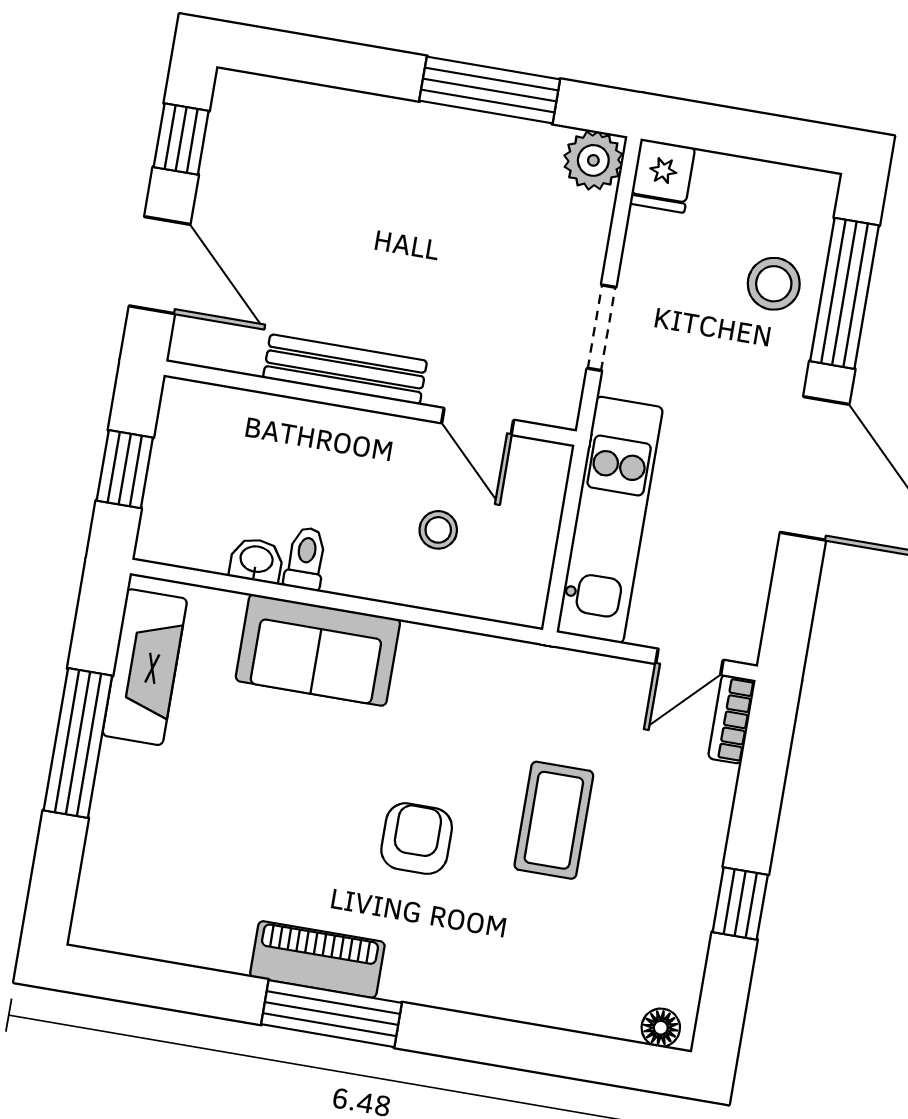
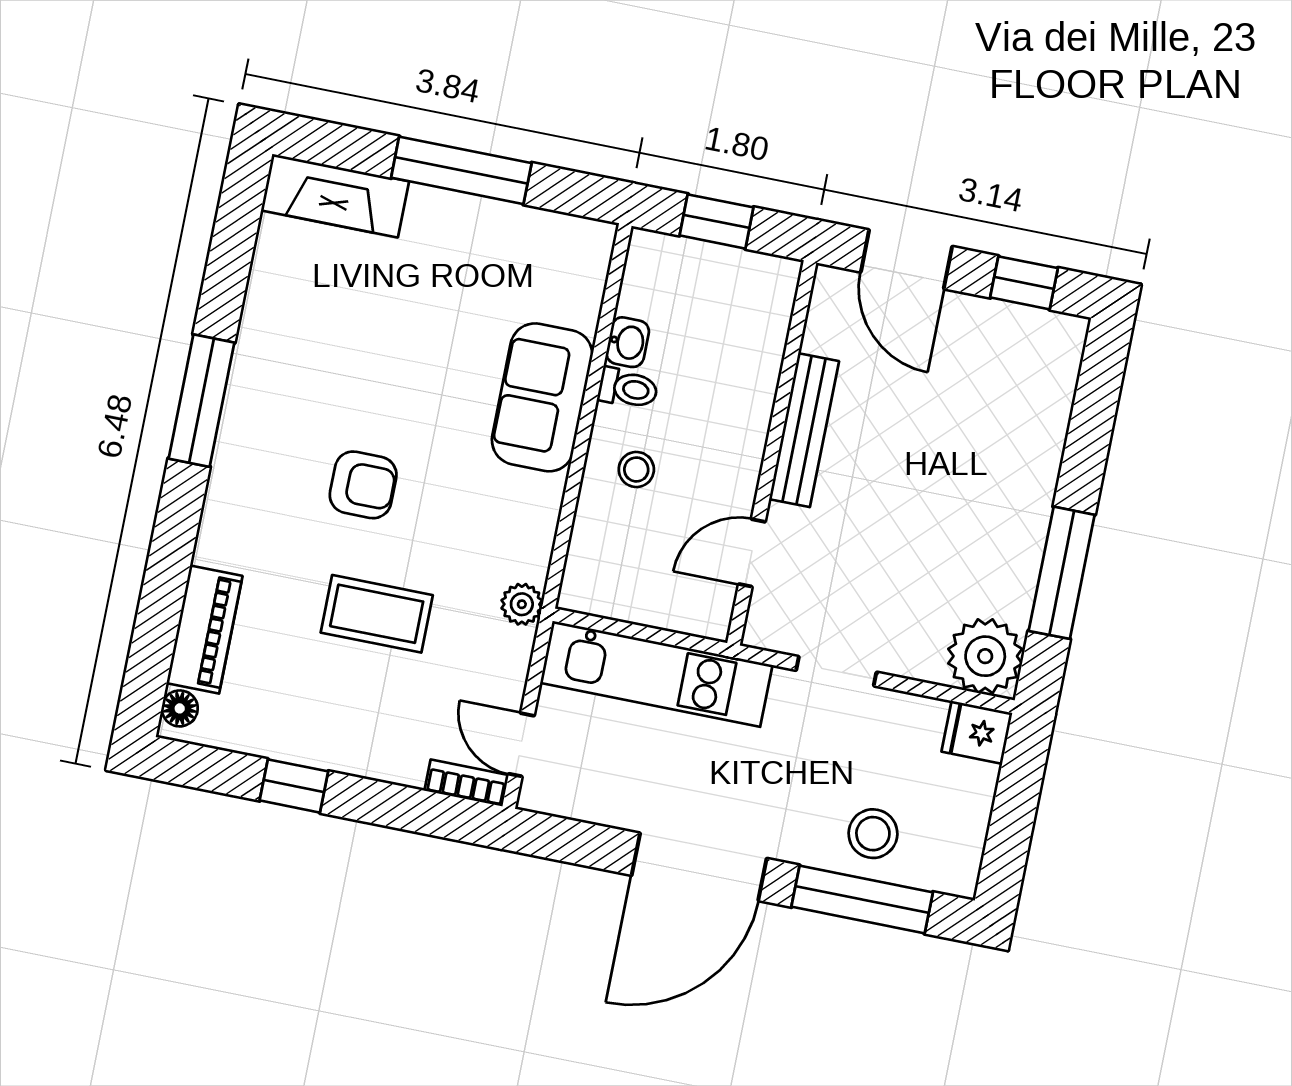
plant: (593, 160) -> (985, 656), width x1.36, depth x1.36
door: (160, 265) -> (906, 259), hinge flipped
stool: (438, 530) -> (636, 469), moved
plant: (539, 666) -> (522, 604), added
fireplace: (145, 667) -> (335, 196), moved
piano: (317, 959) -> (204, 630), moved

